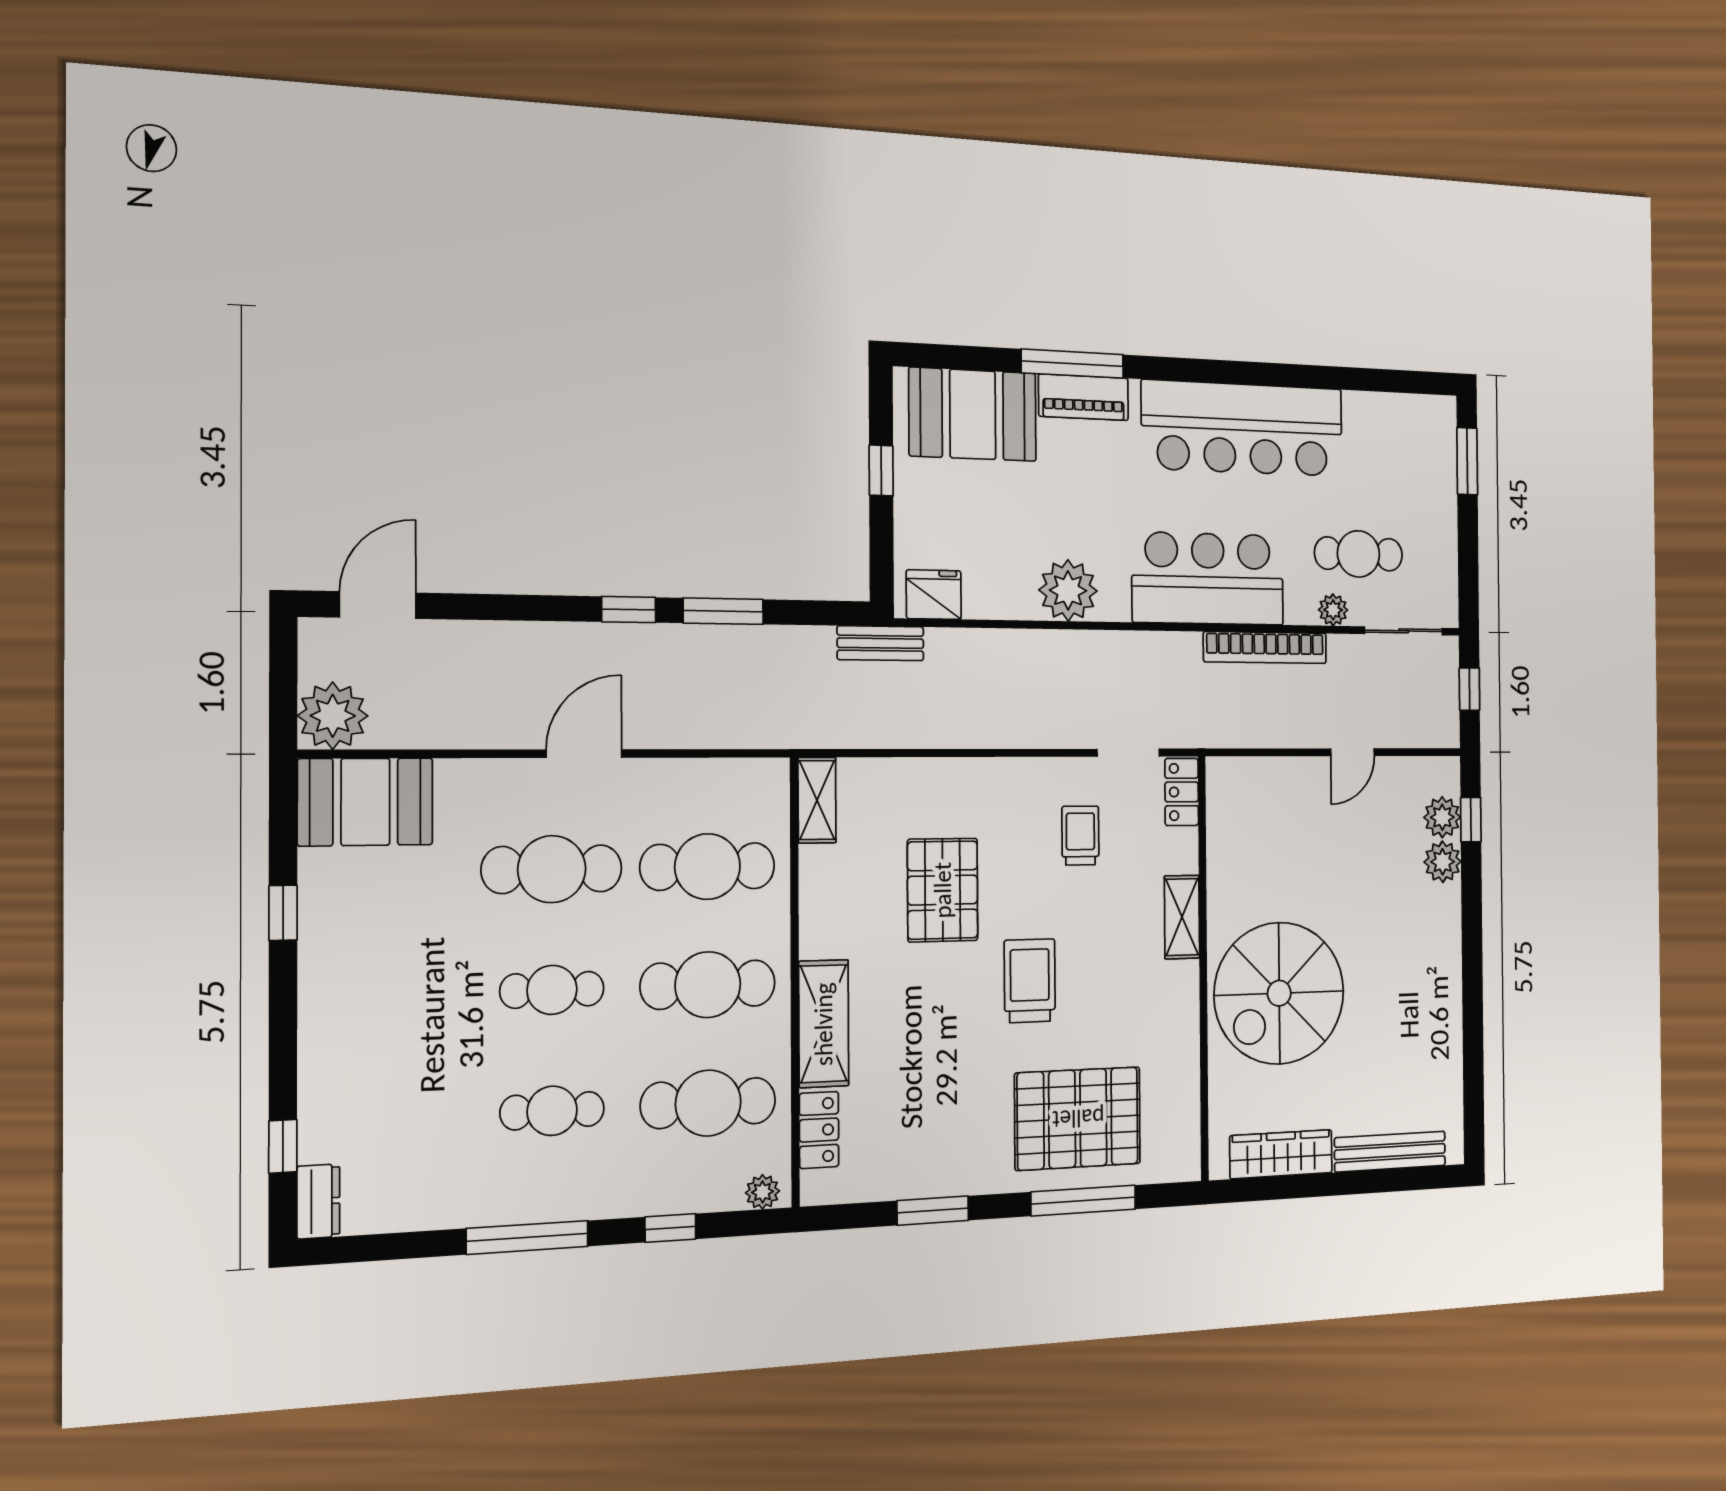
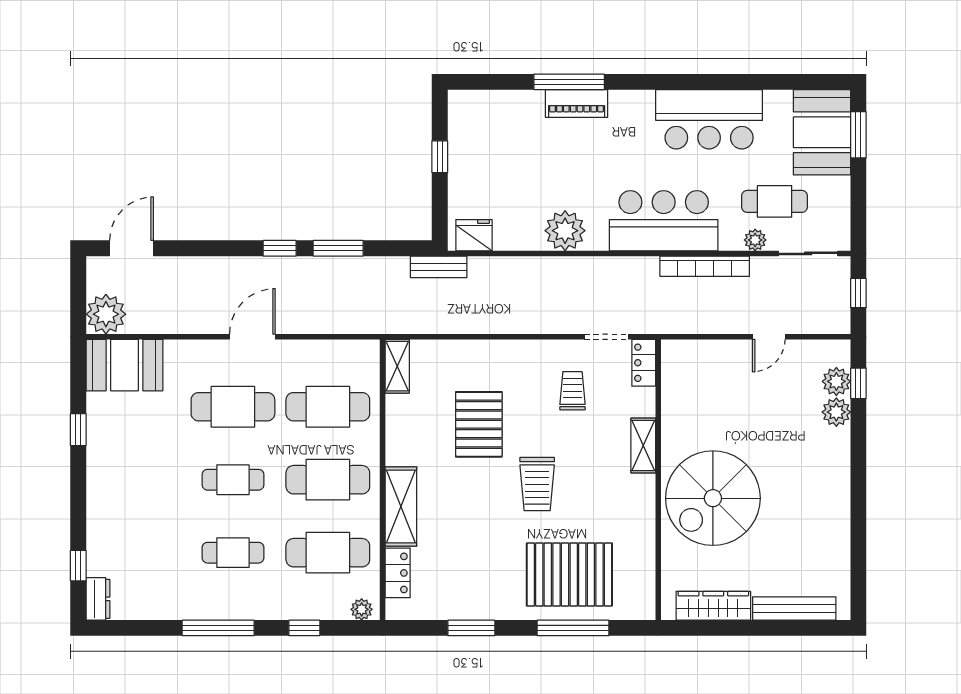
booth: (973, 414) -> (822, 132), moved, turned 90
bar counter: (1243, 428) -> (709, 119), width x0.73
trolley: (1030, 981) -> (537, 484), turned 180

